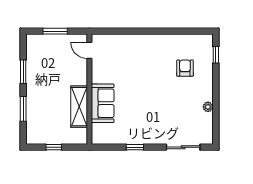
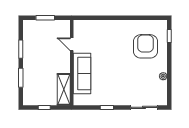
door: (89, 50) -> (72, 44), moved
armchair: (185, 68) -> (145, 46), width x1.88, depth x1.88
sofa: (103, 103) -> (82, 73), width x1.36
shelving: (79, 107) -> (64, 89), moved

